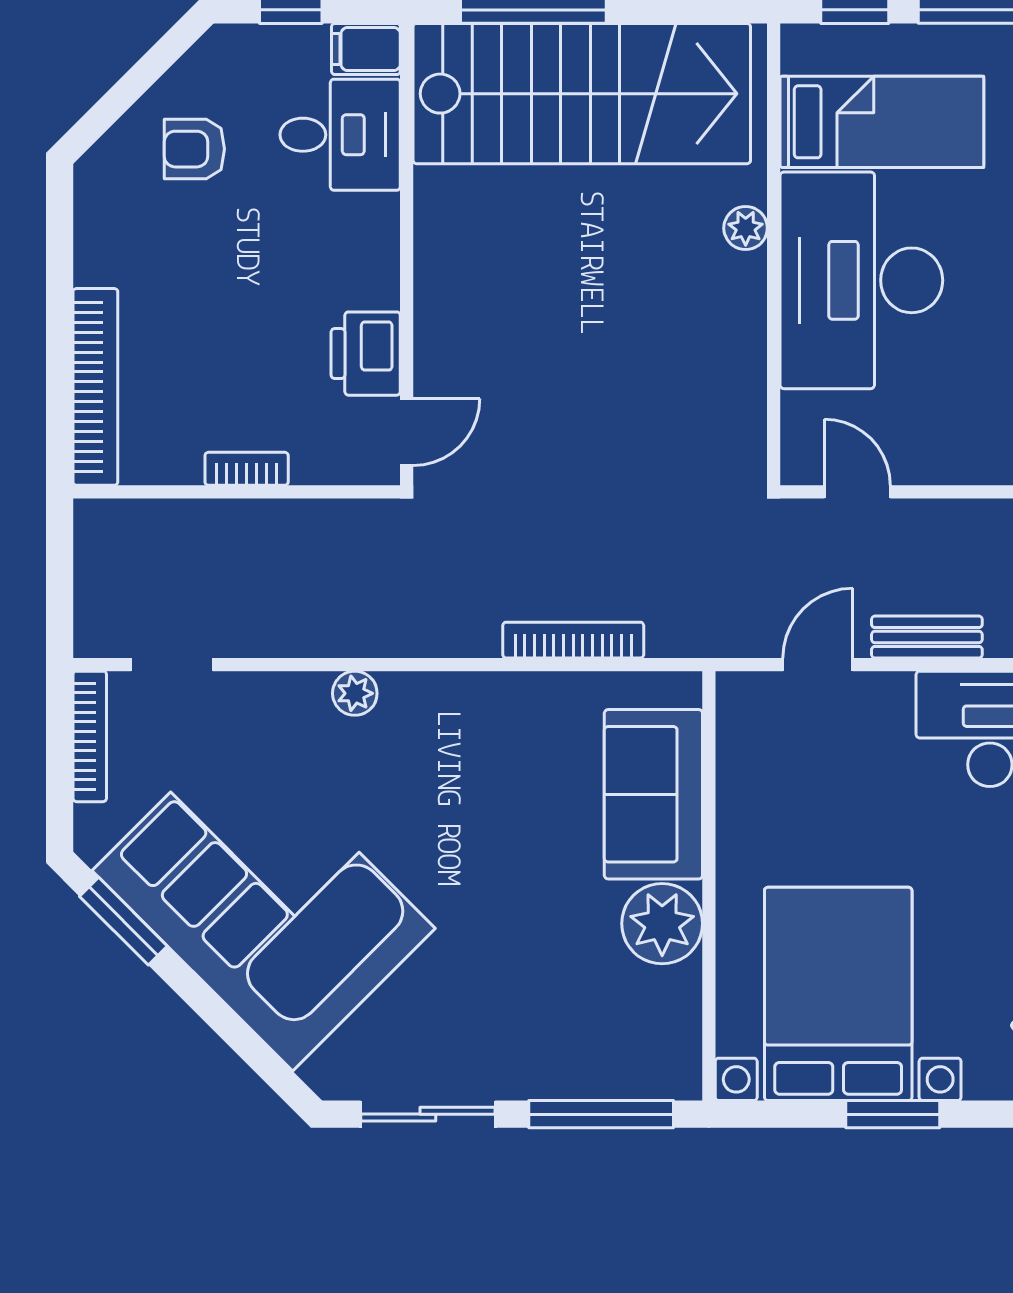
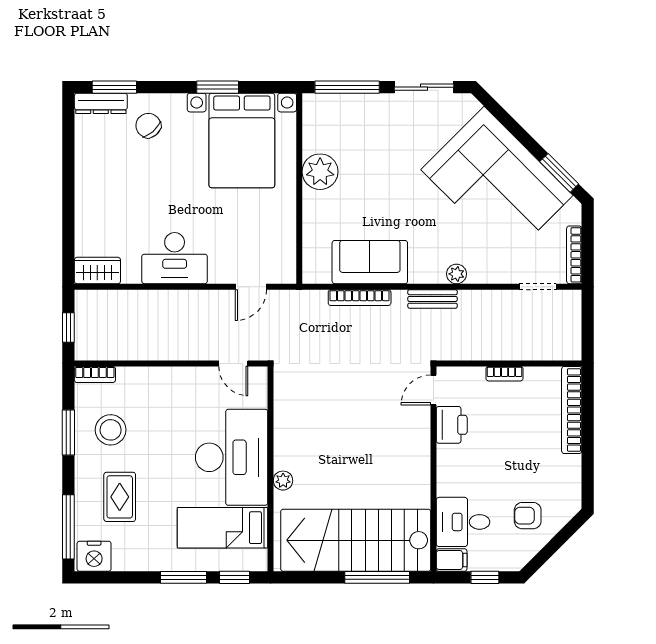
armchair: (194, 149) -> (528, 516), turned 180
bench: (927, 637) -> (432, 299), moved
sofa: (653, 794) -> (370, 262), moved, turned -90

